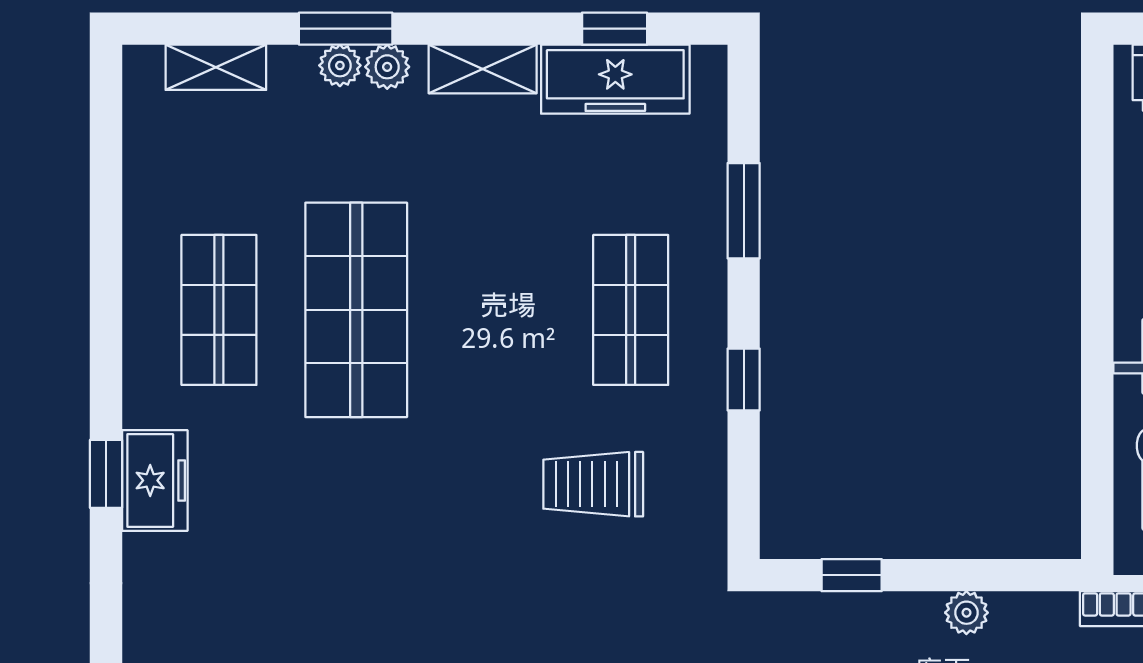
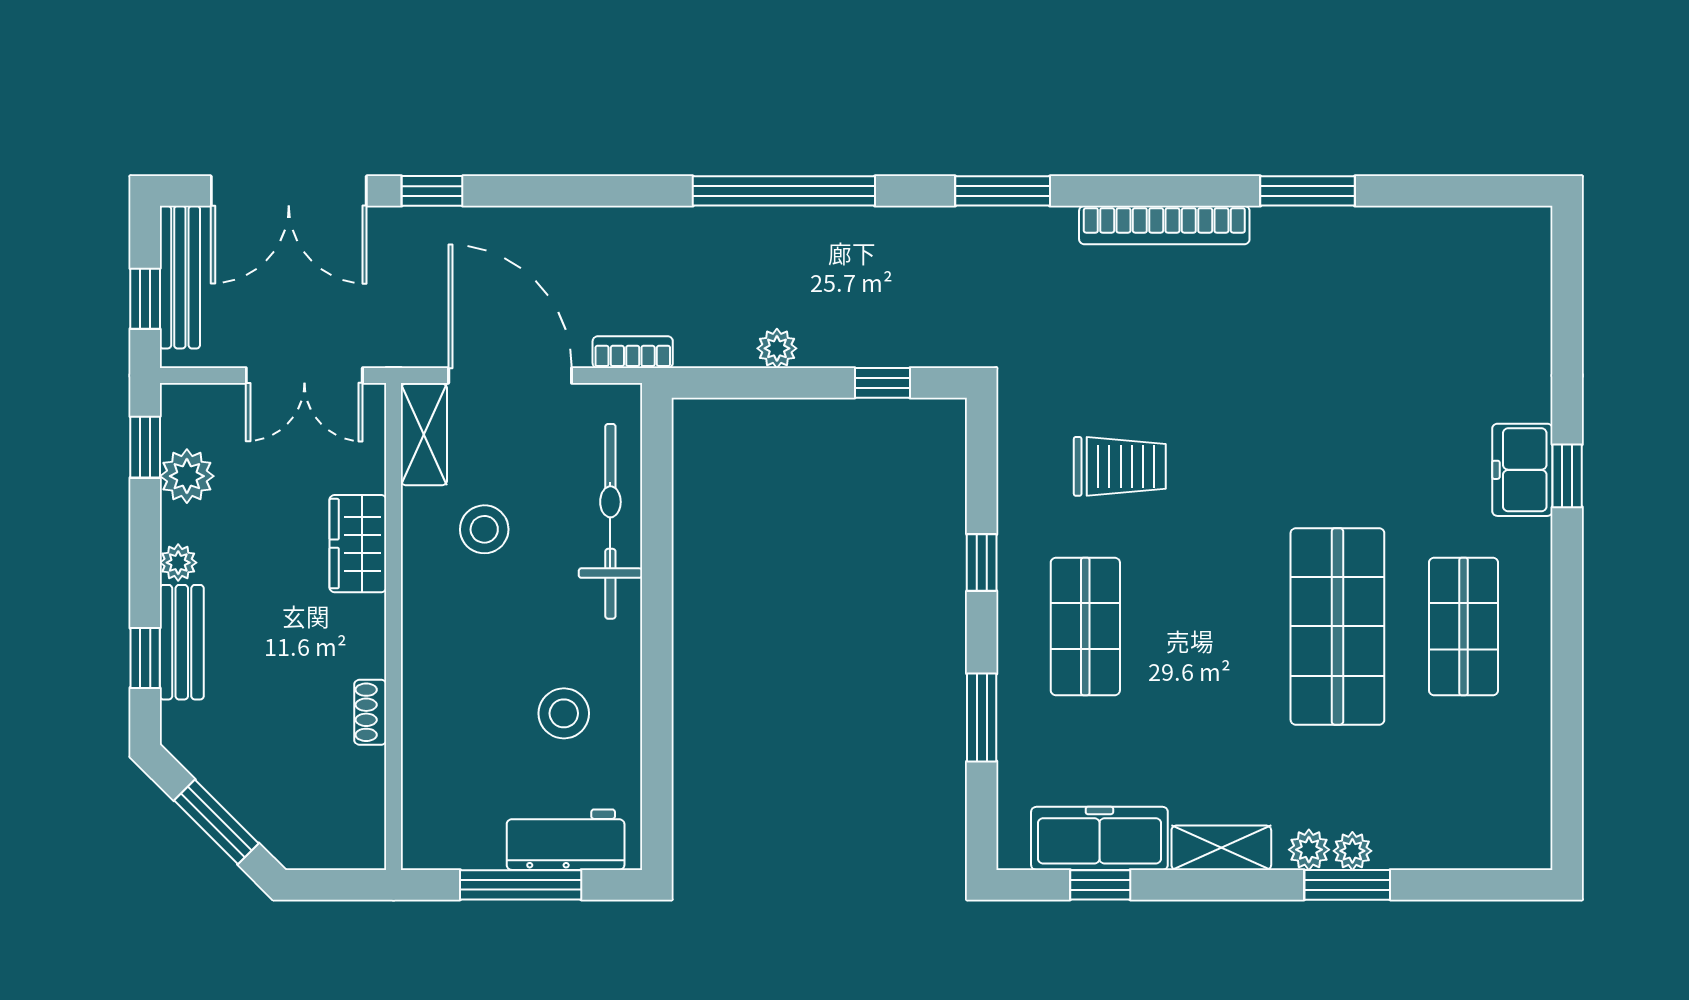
shelving: (216, 67) -> (1466, 849), removed

